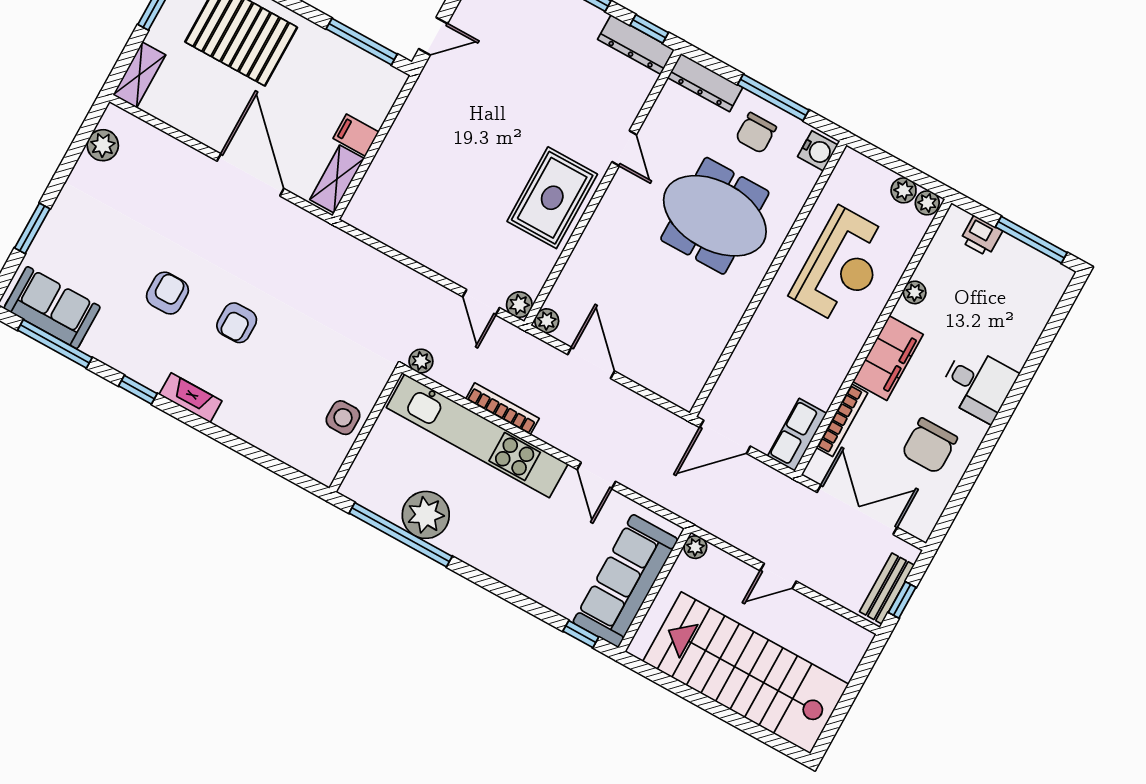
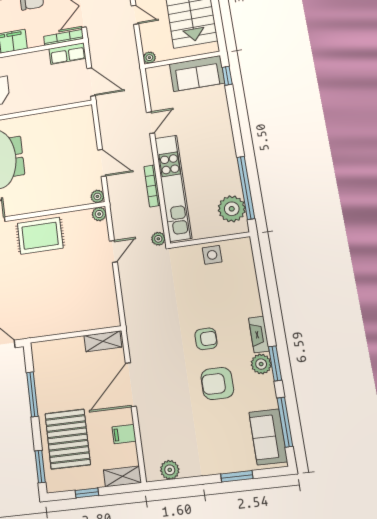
window: (362, 42) -> (32, 394), moved
filing cabinet: (356, 135) -> (124, 434), moved, turned 90
armchair: (167, 293) -> (217, 384), width x1.38, depth x1.38
door: (481, 302) -> (113, 251), moved
door: (591, 363) -> (102, 163), swing flipped
plant: (150, 371) -> (261, 364), added
window: (138, 390) -> (275, 363), width x1.50
bookcase: (842, 420) -> (63, 37), moved
plant: (426, 515) -> (232, 209), moved
sofa: (625, 581) -> (197, 74), width x0.73

